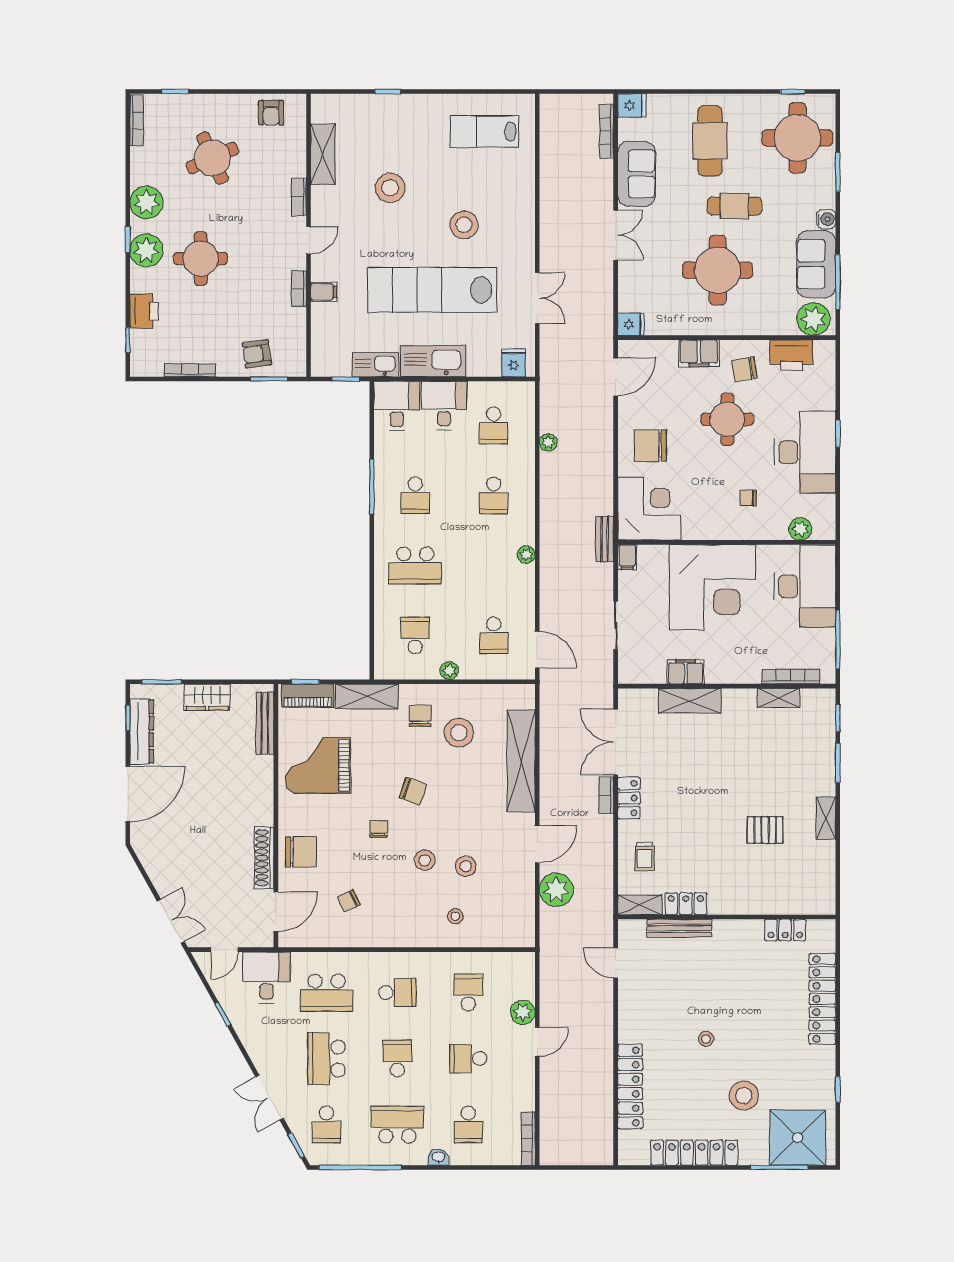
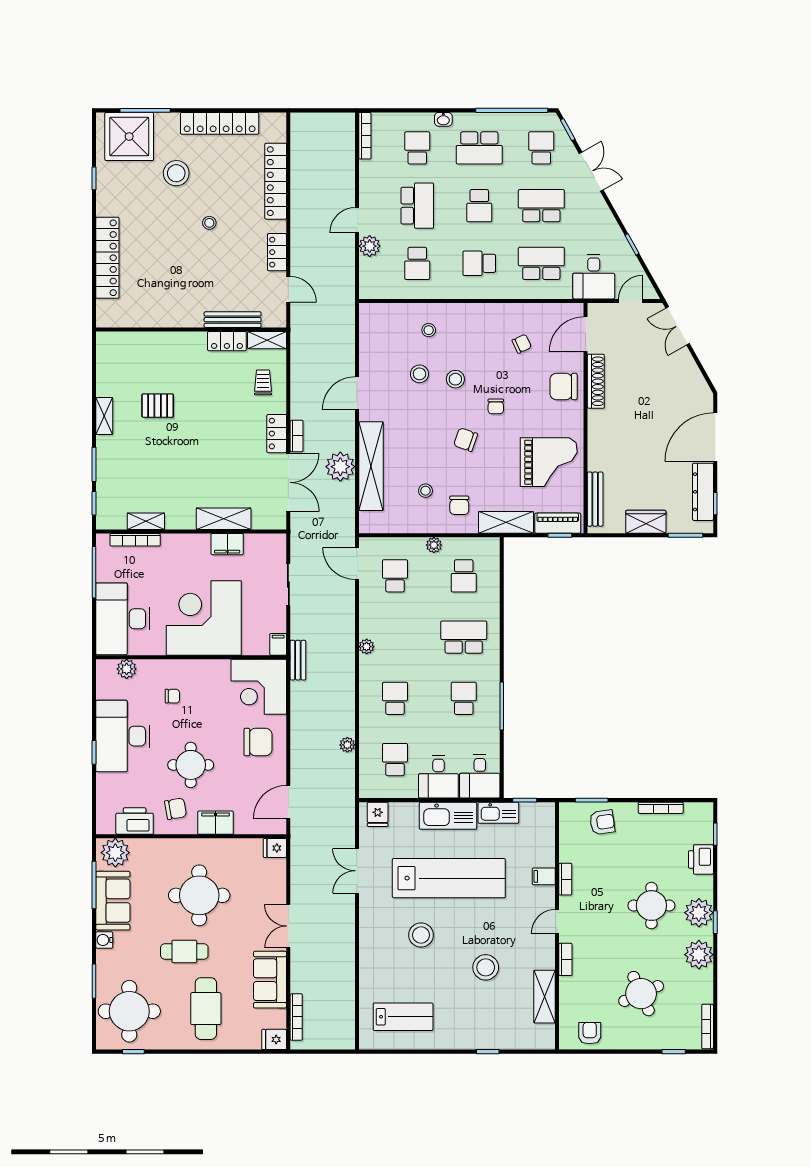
stool: (459, 733) -> (425, 491), width x0.53, depth x0.53
plant: (556, 890) -> (340, 467), moved
locker: (785, 930) -> (277, 252), moved, turned -90
school desk: (326, 1059) -> (541, 206), turned -90
school desk: (468, 1059) -> (417, 206), width x1.85

